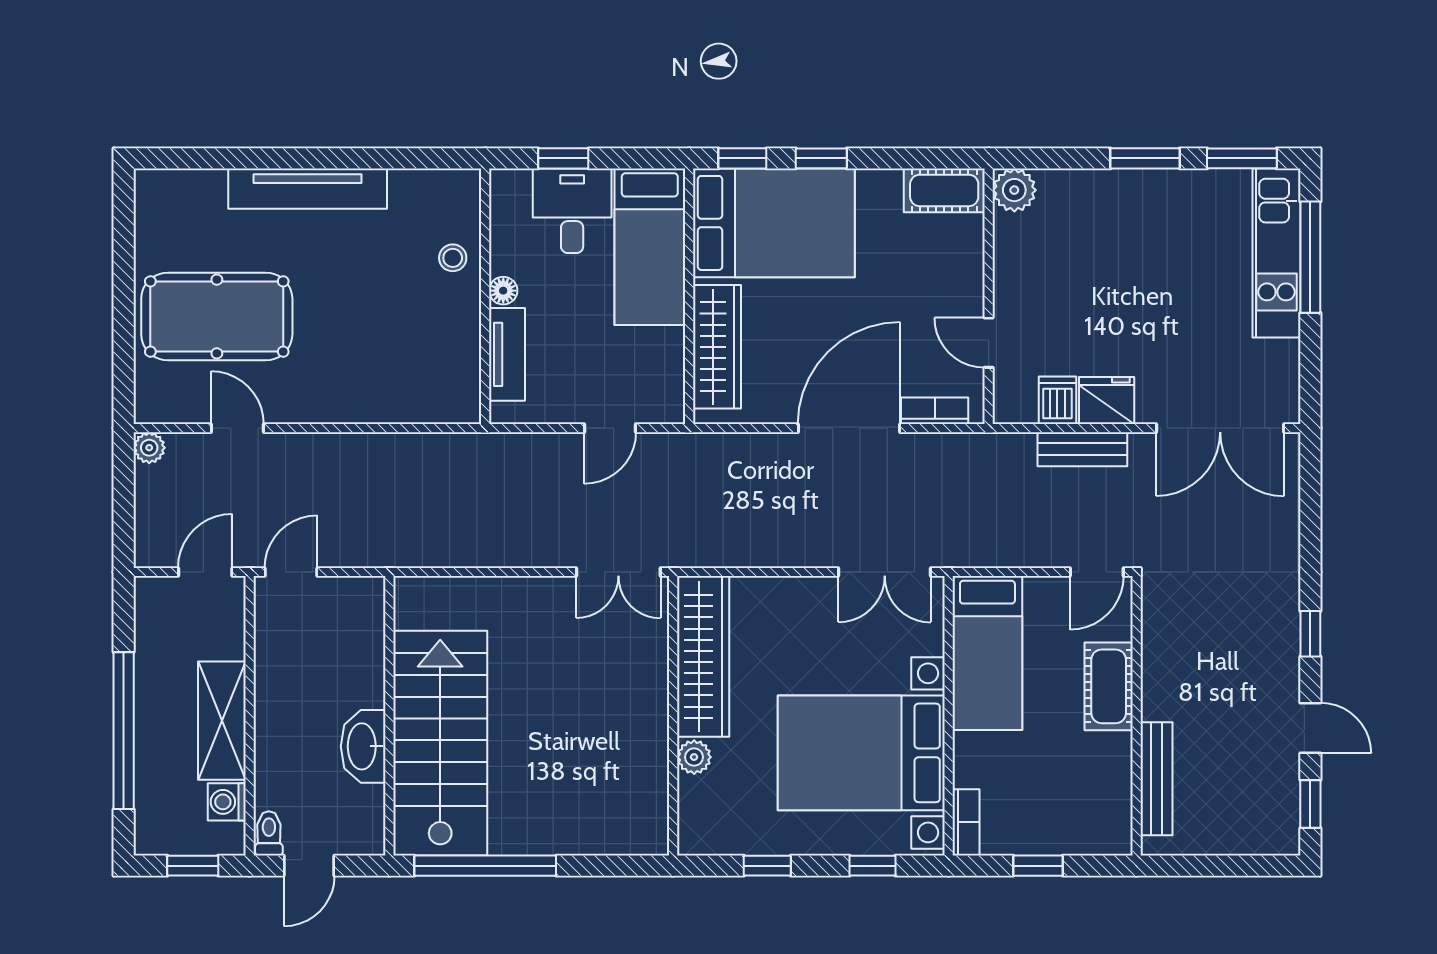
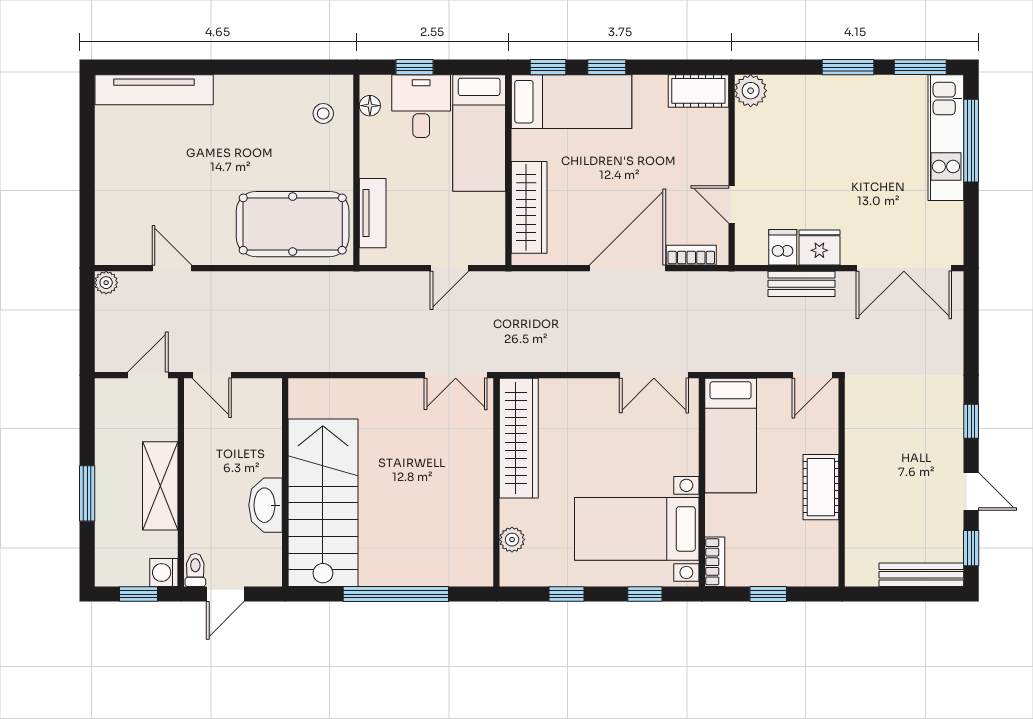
tv unit: (308, 189) -> (154, 90), moved
bed: (774, 223) -> (571, 102), width x0.67
stool: (453, 258) -> (323, 113), moved
floor lamp: (503, 291) -> (370, 106), moved
pool table: (217, 316) -> (293, 224), moved
door: (291, 572) -> (212, 375), swing flipped
cot: (1109, 686) -> (821, 487), moved
window: (124, 731) -> (87, 493), width x0.47
bed with nightstands: (861, 753) -> (637, 529), width x0.73
plant: (694, 757) -> (512, 540), moved
bench: (1156, 779) -> (921, 575), moved, turned 90
washing machine: (227, 802) -> (164, 573), moved
window: (485, 866) -> (396, 594), moved

